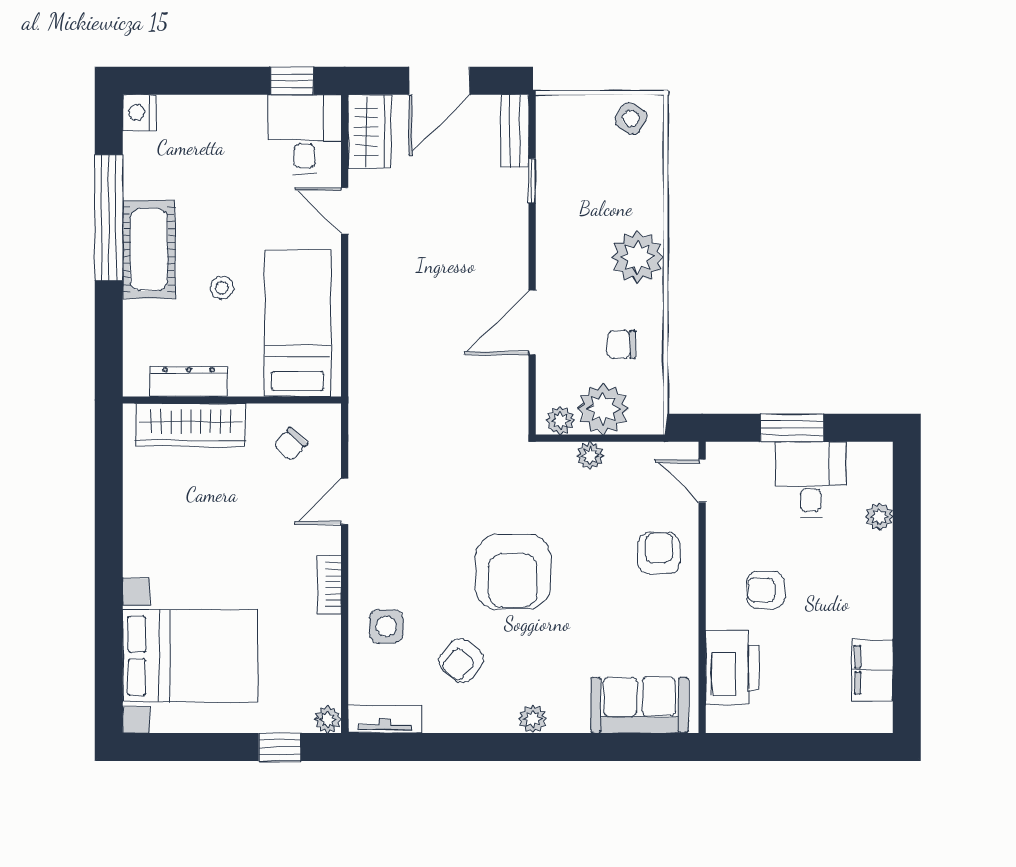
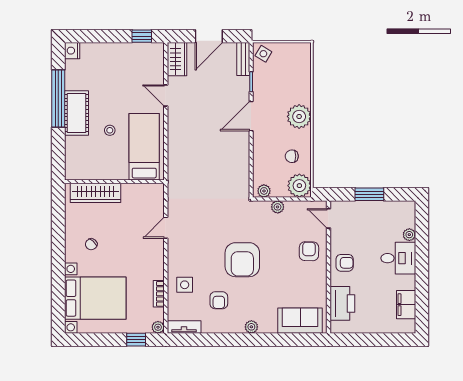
side table: (631, 119) -> (263, 54), moved
desk: (304, 134) -> (147, 61), removed
door: (532, 322) -> (251, 116), moved
dresser: (189, 381) -> (95, 173), removed
plant: (603, 409) -> (299, 186), moved
chair: (291, 444) -> (91, 244), moved
desk: (811, 480) -> (398, 258), moved, turned 90
bookcase: (329, 585) -> (159, 294), moved
armchair: (766, 590) -> (345, 263), moved, turned 180
armchair: (461, 661) -> (219, 300), turned -39

